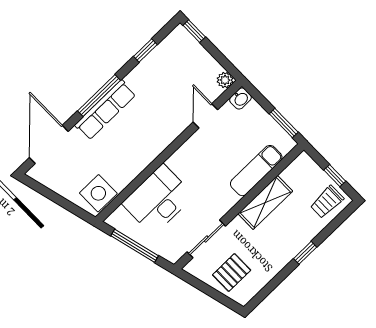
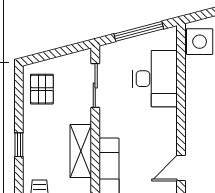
door: (205, 116) -> (181, 168), swing flipped
pallet: (232, 273) -> (42, 89), moved

